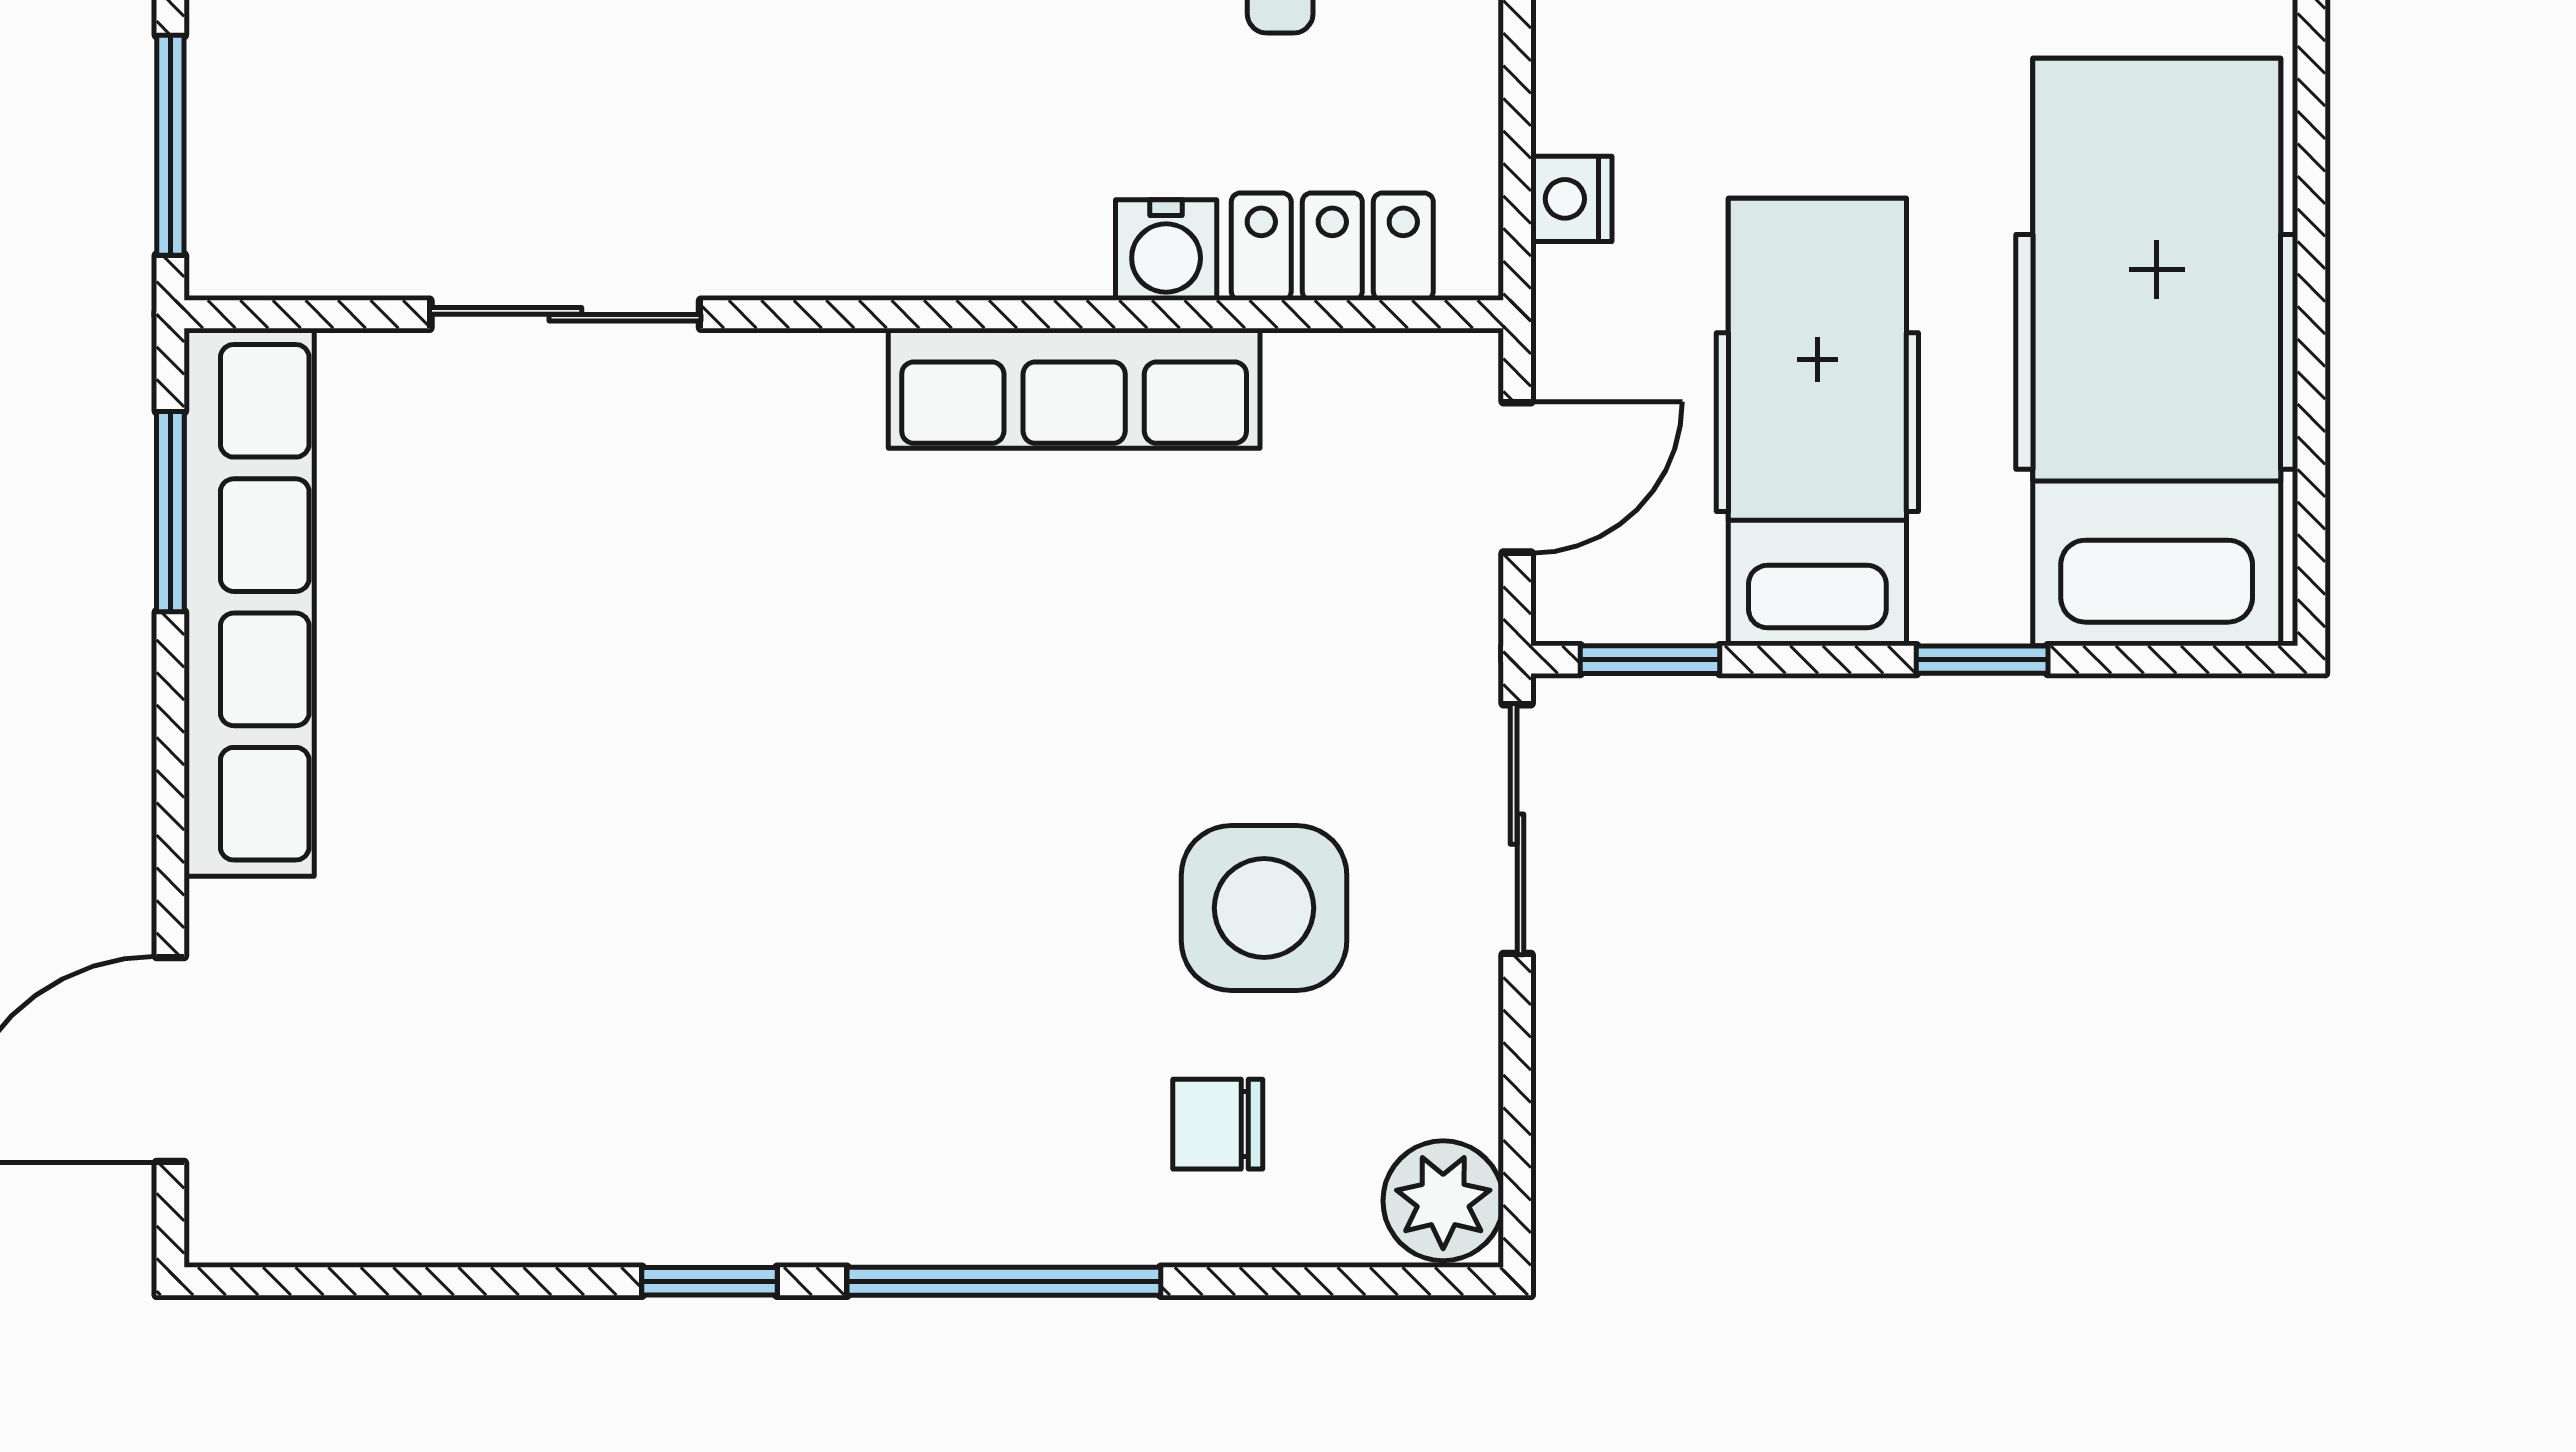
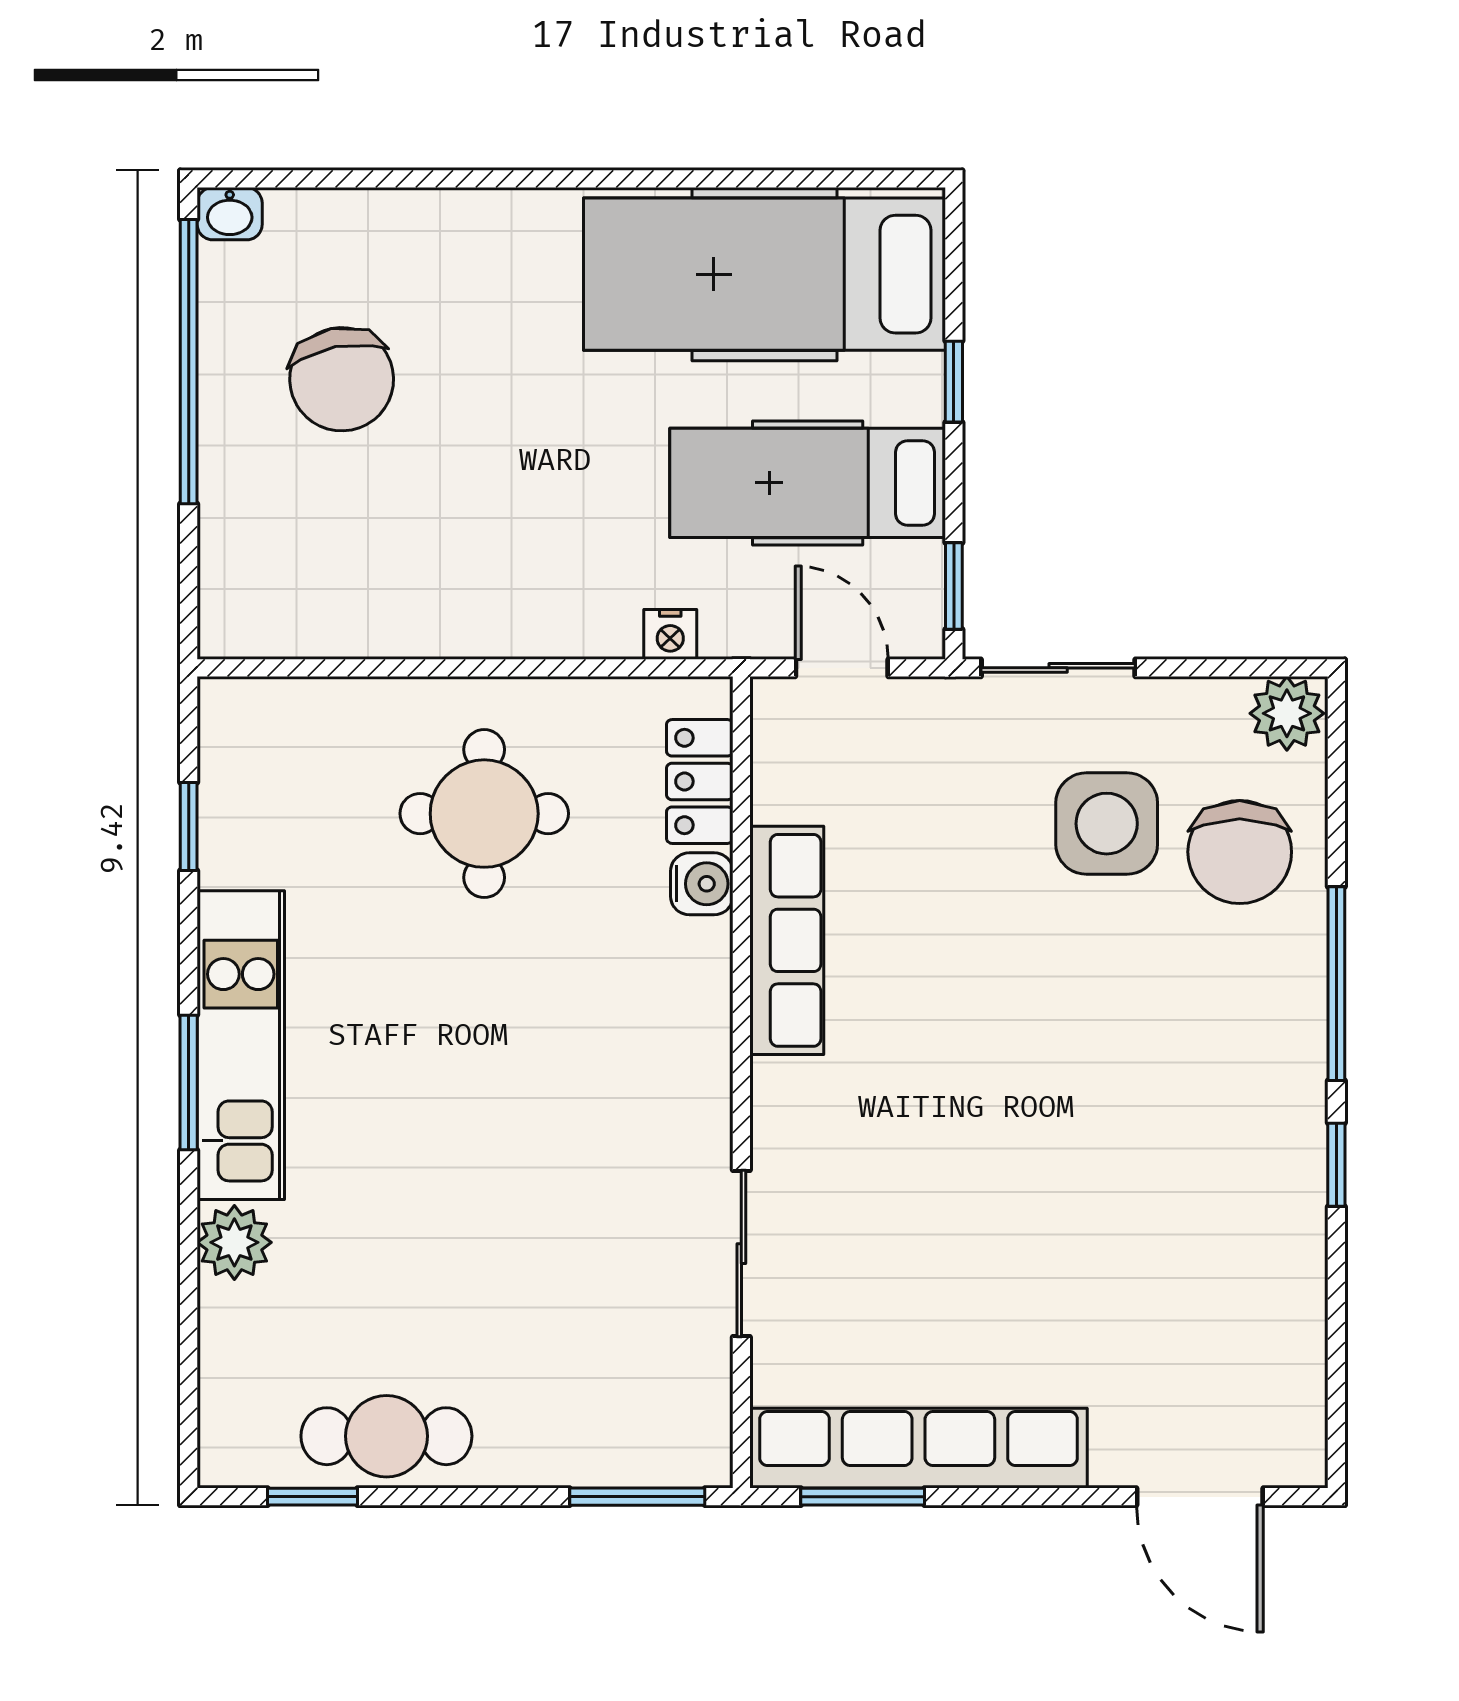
chair: (1218, 1124) -> (1240, 852), width x1.87, depth x1.87

